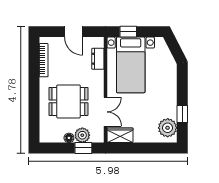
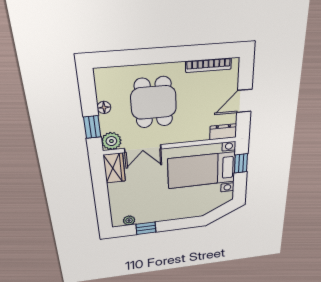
dresser: (98, 59) -> (223, 132), moved
plant: (168, 128) -> (129, 220), width x0.53, depth x0.53
plant: (82, 135) -> (111, 141), moved

